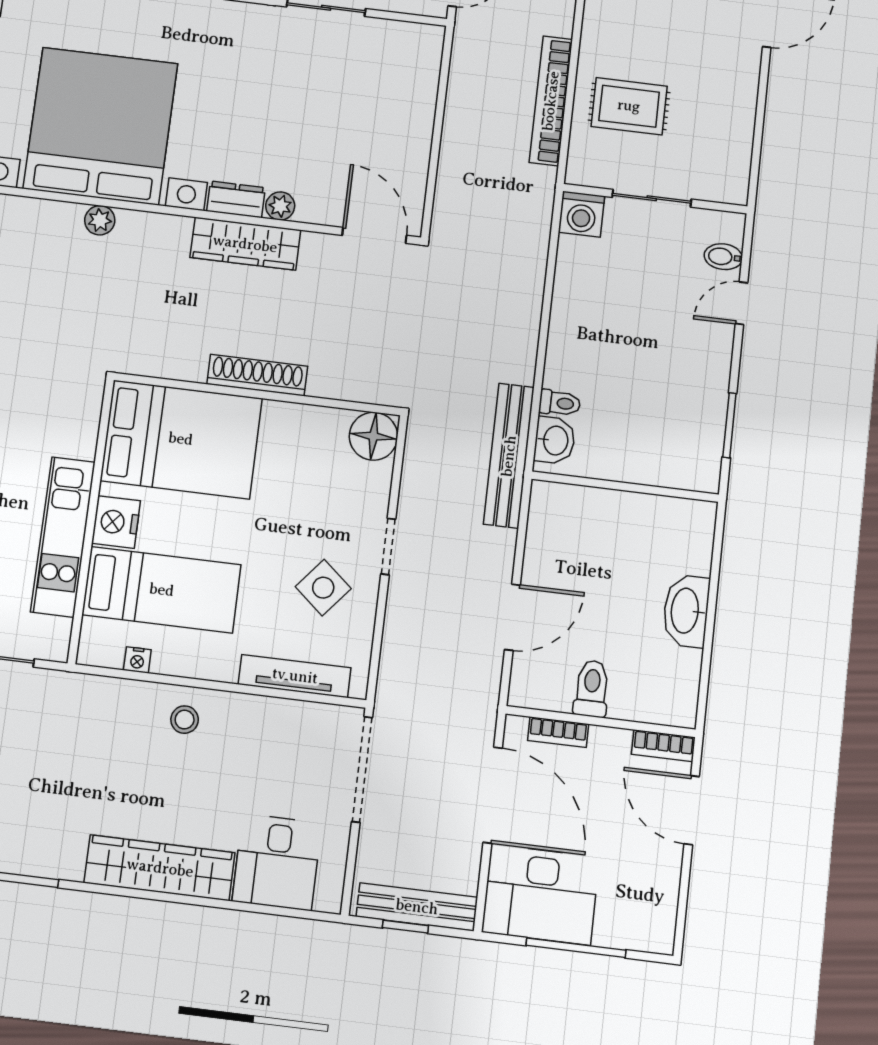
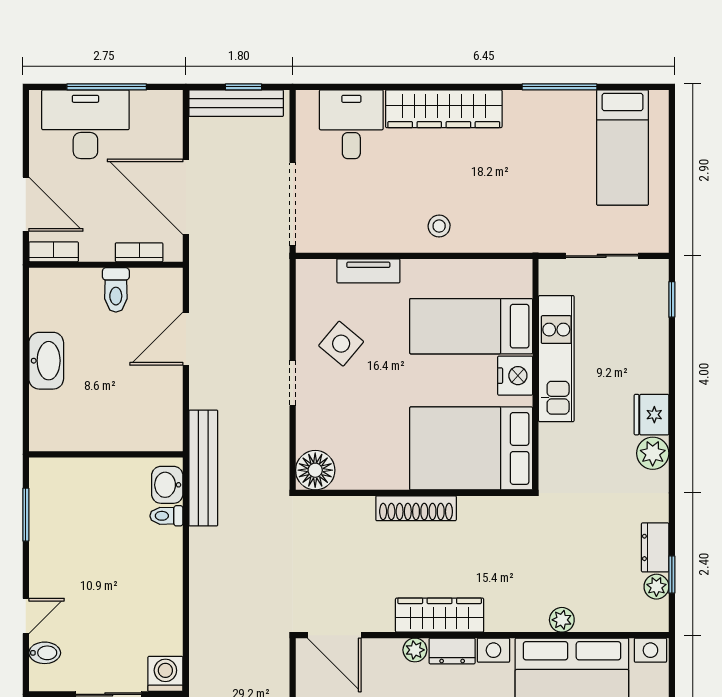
nightstand: (137, 660) -> (483, 268), removed
tv unit: (295, 676) -> (368, 271), width x0.71
desk: (541, 895) -> (85, 124), moved

